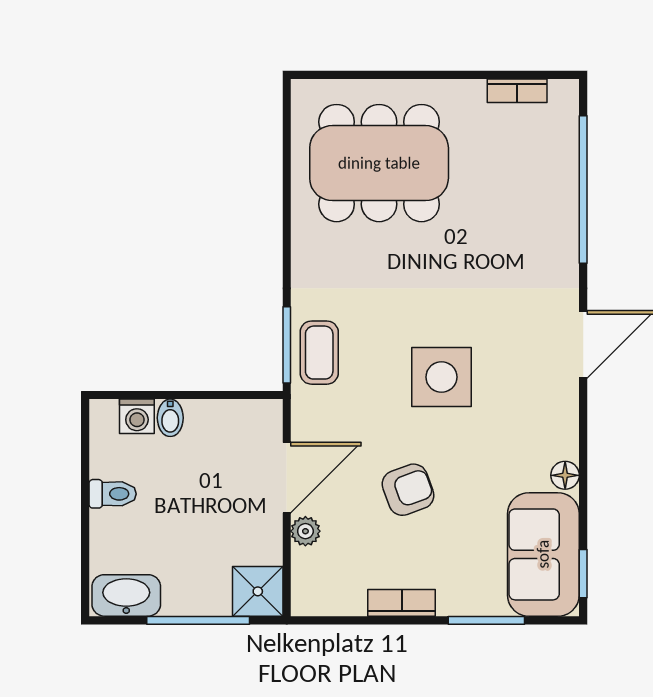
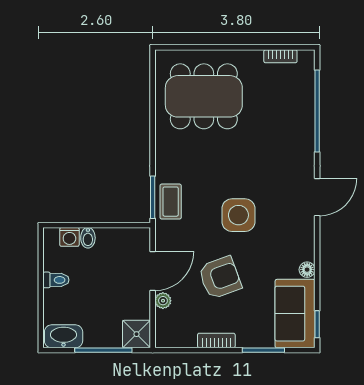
armchair: (408, 490) -> (220, 278), width x1.38, depth x1.38

